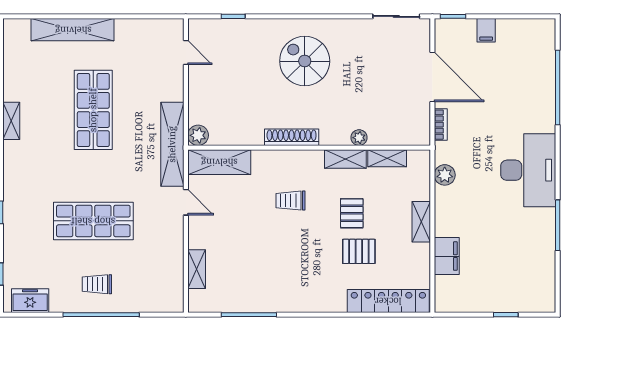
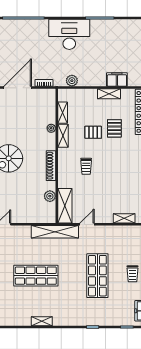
plant: (198, 135) -> (50, 196), moved
shelving: (421, 222) -> (109, 94), moved

